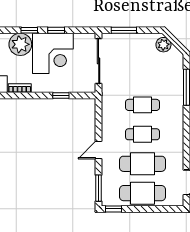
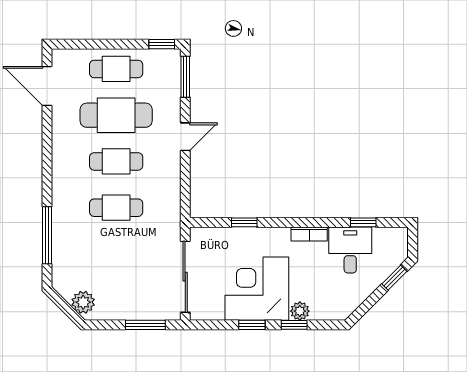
plant: (20, 44) -> (300, 311), width x0.53, depth x0.53
cafe table: (142, 193) -> (116, 69), width x0.73, depth x0.74

